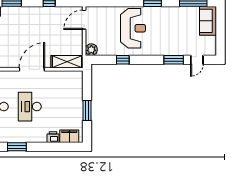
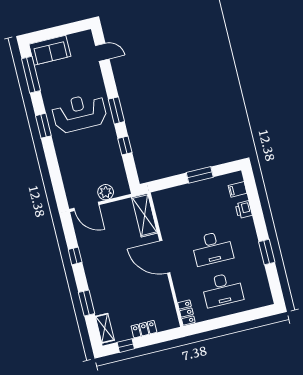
reception desk: (133, 28) -> (79, 113), moved
plant: (91, 50) -> (106, 192), moved
window: (174, 60) -> (116, 110), moved
filing cabinet: (69, 136) -> (238, 189), width x0.50

